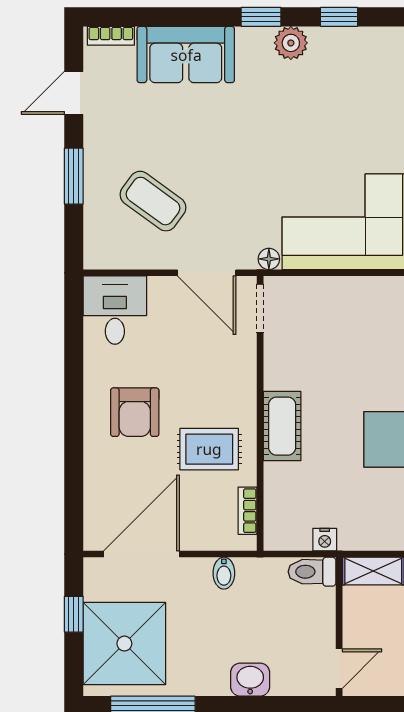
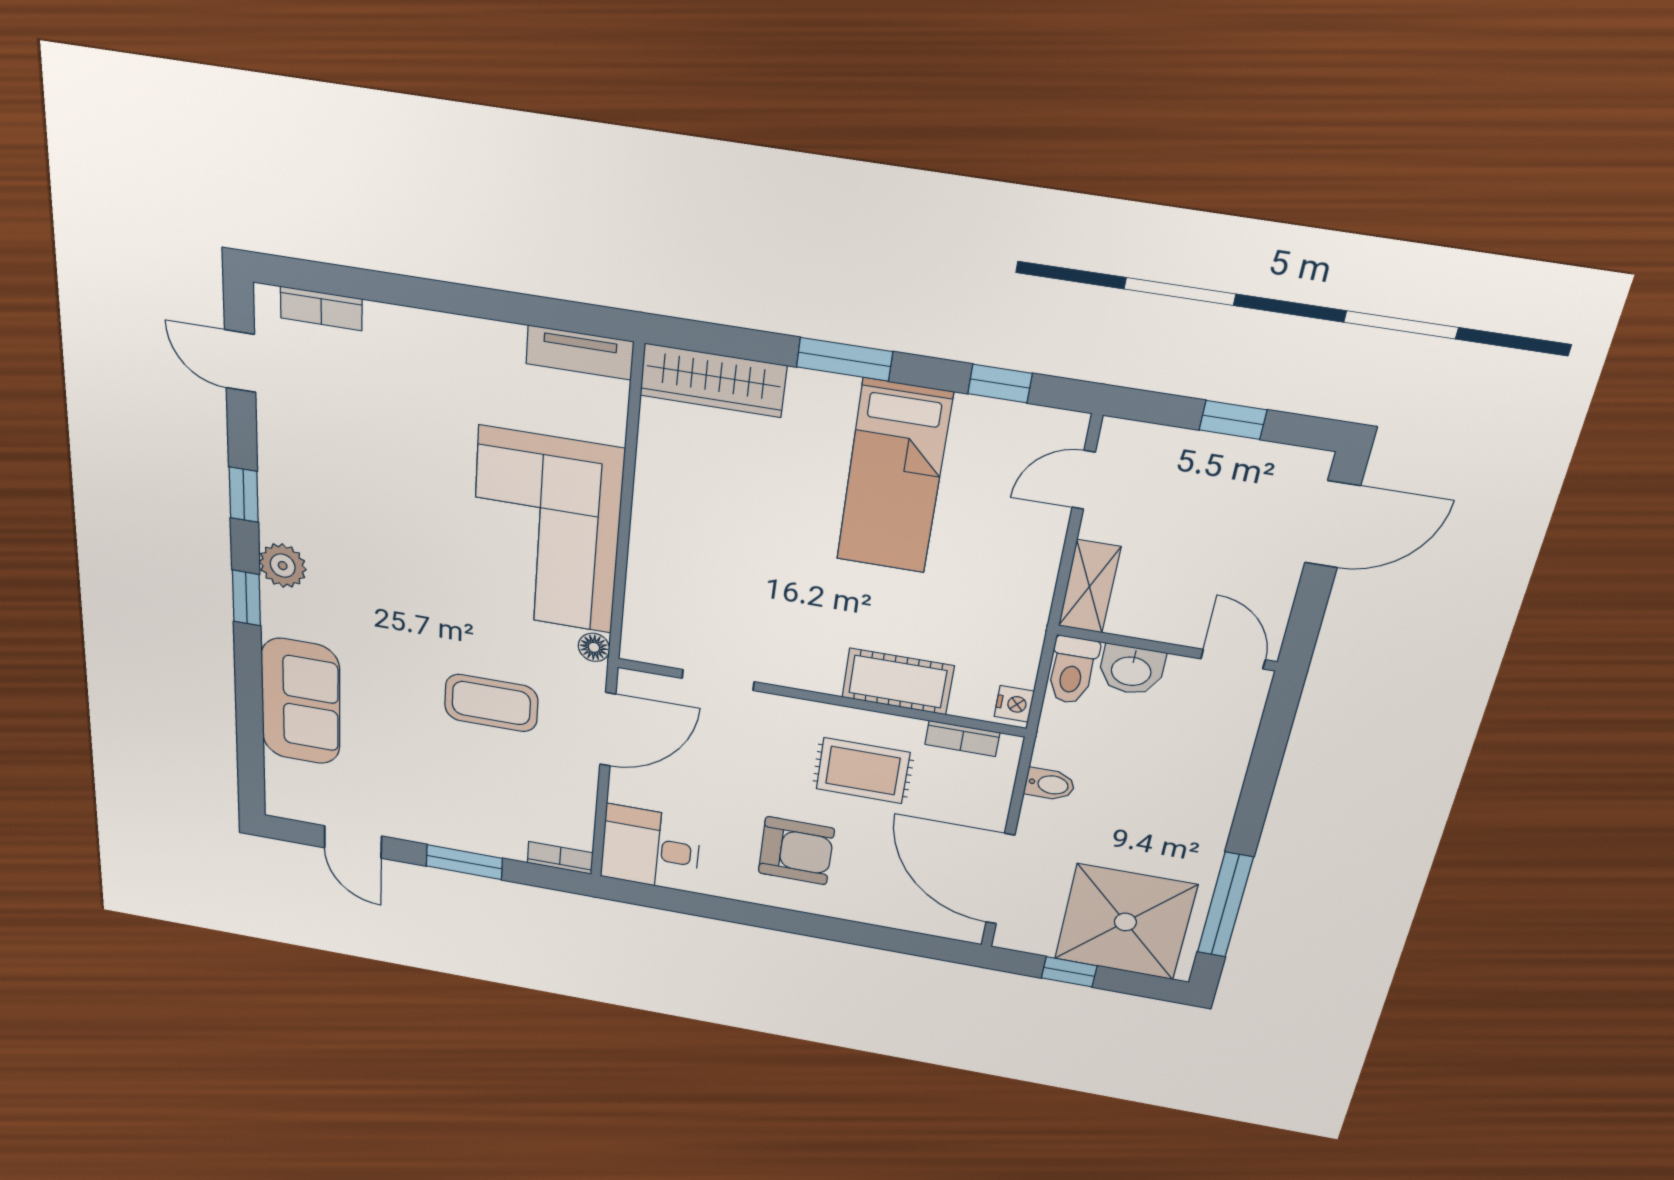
bookcase: (111, 36) -> (560, 858), moved, turned -90
coffee table: (153, 201) -> (491, 703), moved, turned 54
doorway: (260, 308) -> (718, 680), moved
cot: (282, 426) -> (898, 682), moved
rug: (209, 449) -> (863, 771), turned 90
nightstand: (325, 540) -> (1014, 704), moved
washbasin: (250, 680) -> (1131, 670), moved, turned -90

